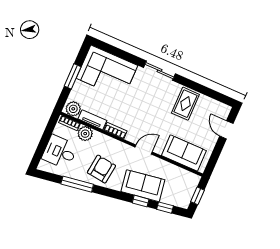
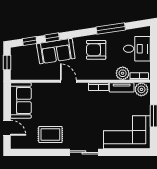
rug: (185, 104) -> (50, 134), turned 90
door: (144, 150) -> (68, 81), swing flipped
sofa: (184, 153) -> (21, 101), moved, turned -90
armchair: (101, 169) -> (96, 50), turned 83

